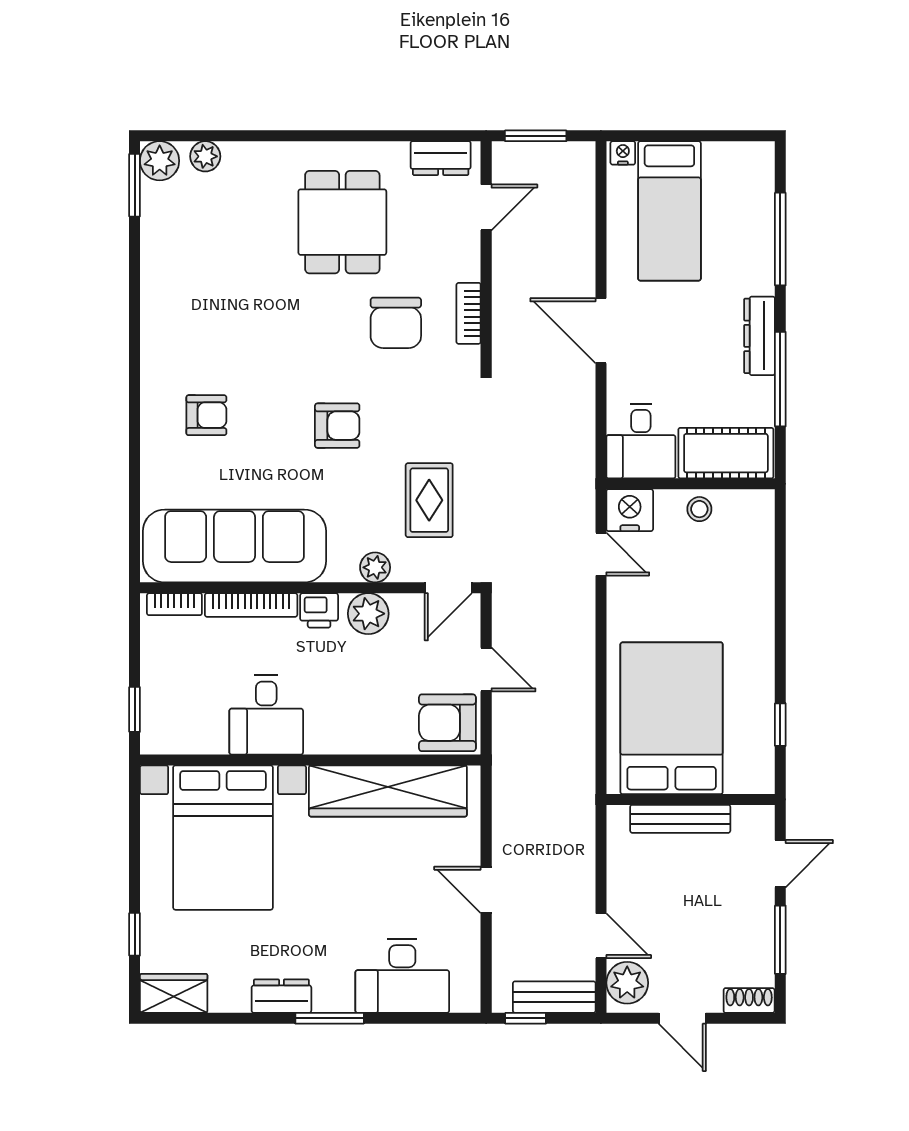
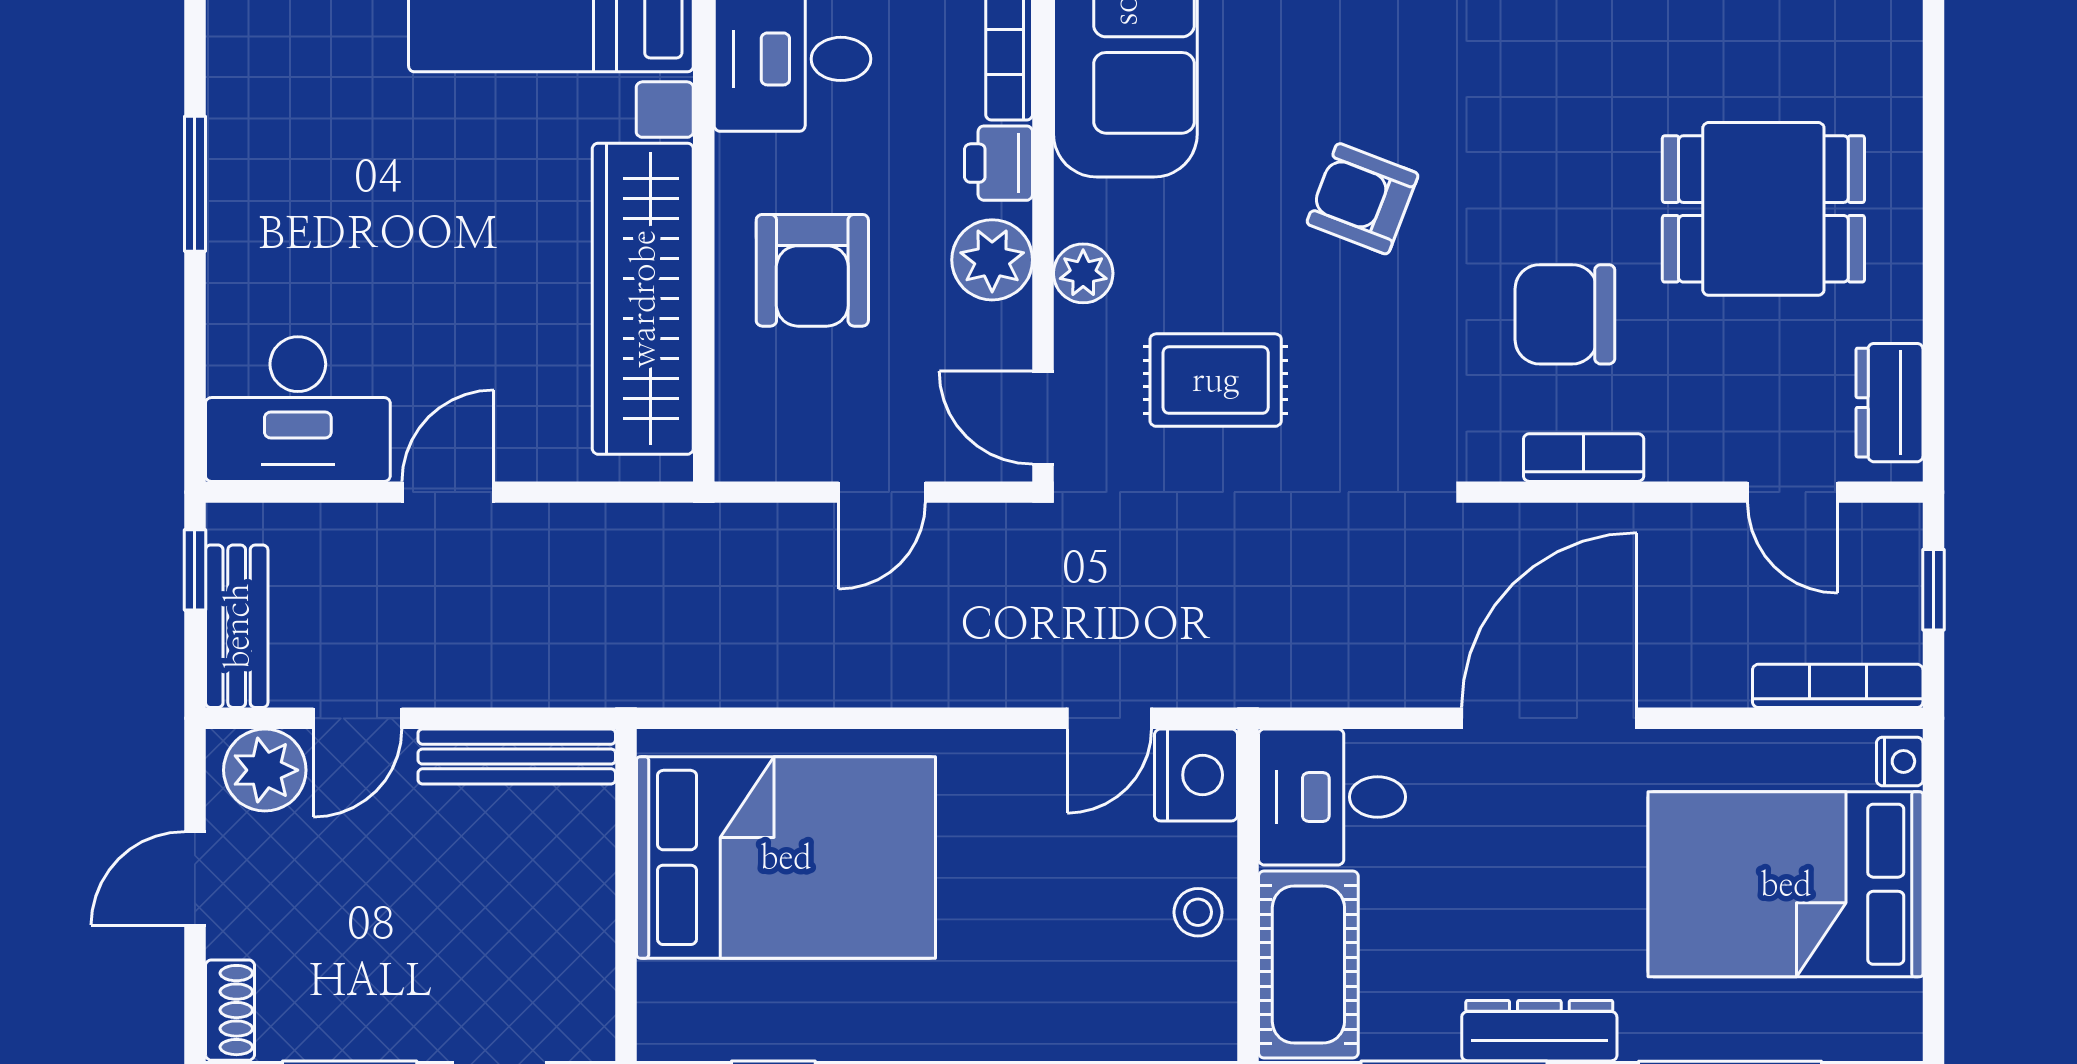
window: (536, 136) -> (1933, 590), width x0.67
bookcase: (584, 184) -> (1838, 686), added
bed: (669, 211) -> (1786, 884), width x1.50
door: (601, 331) -> (1549, 718), width x1.36
armchair: (337, 426) -> (1363, 199), turned 111
armchair: (447, 723) -> (812, 270), moved, turned 180
bench: (680, 819) -> (517, 757), moved, turned 90
desk: (402, 976) -> (298, 409), moved, turned -90
dresser: (281, 996) -> (239, 89), removed

